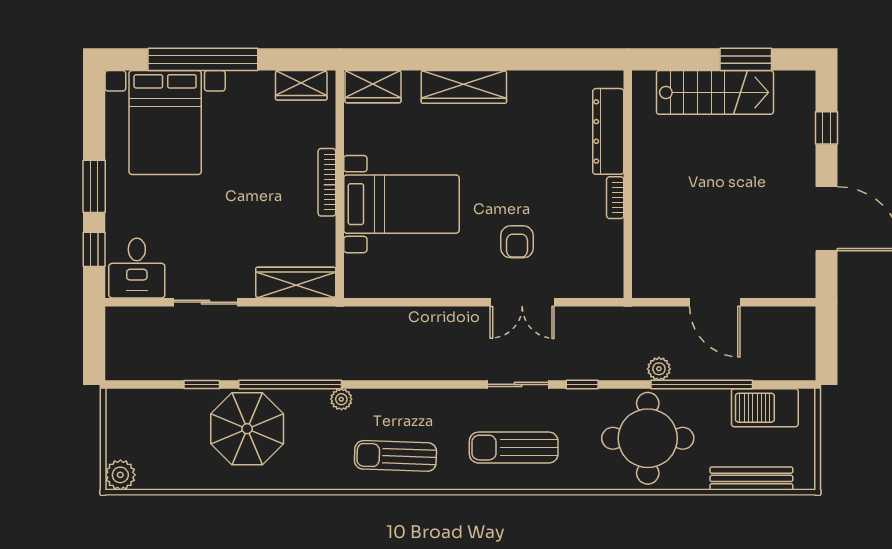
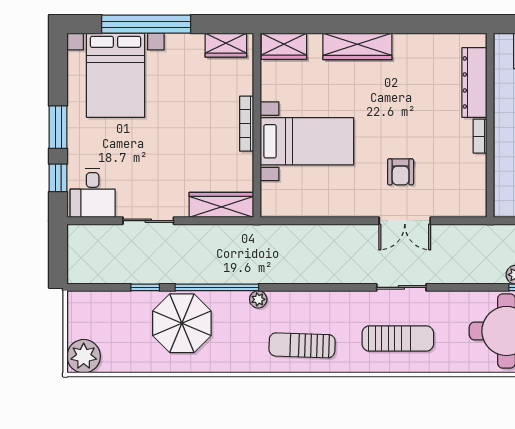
window: (582, 384) -> (453, 287), removed
sun lounger: (514, 448) -> (398, 338), turned 180
plant: (120, 475) -> (84, 356), width x1.36, depth x1.36

